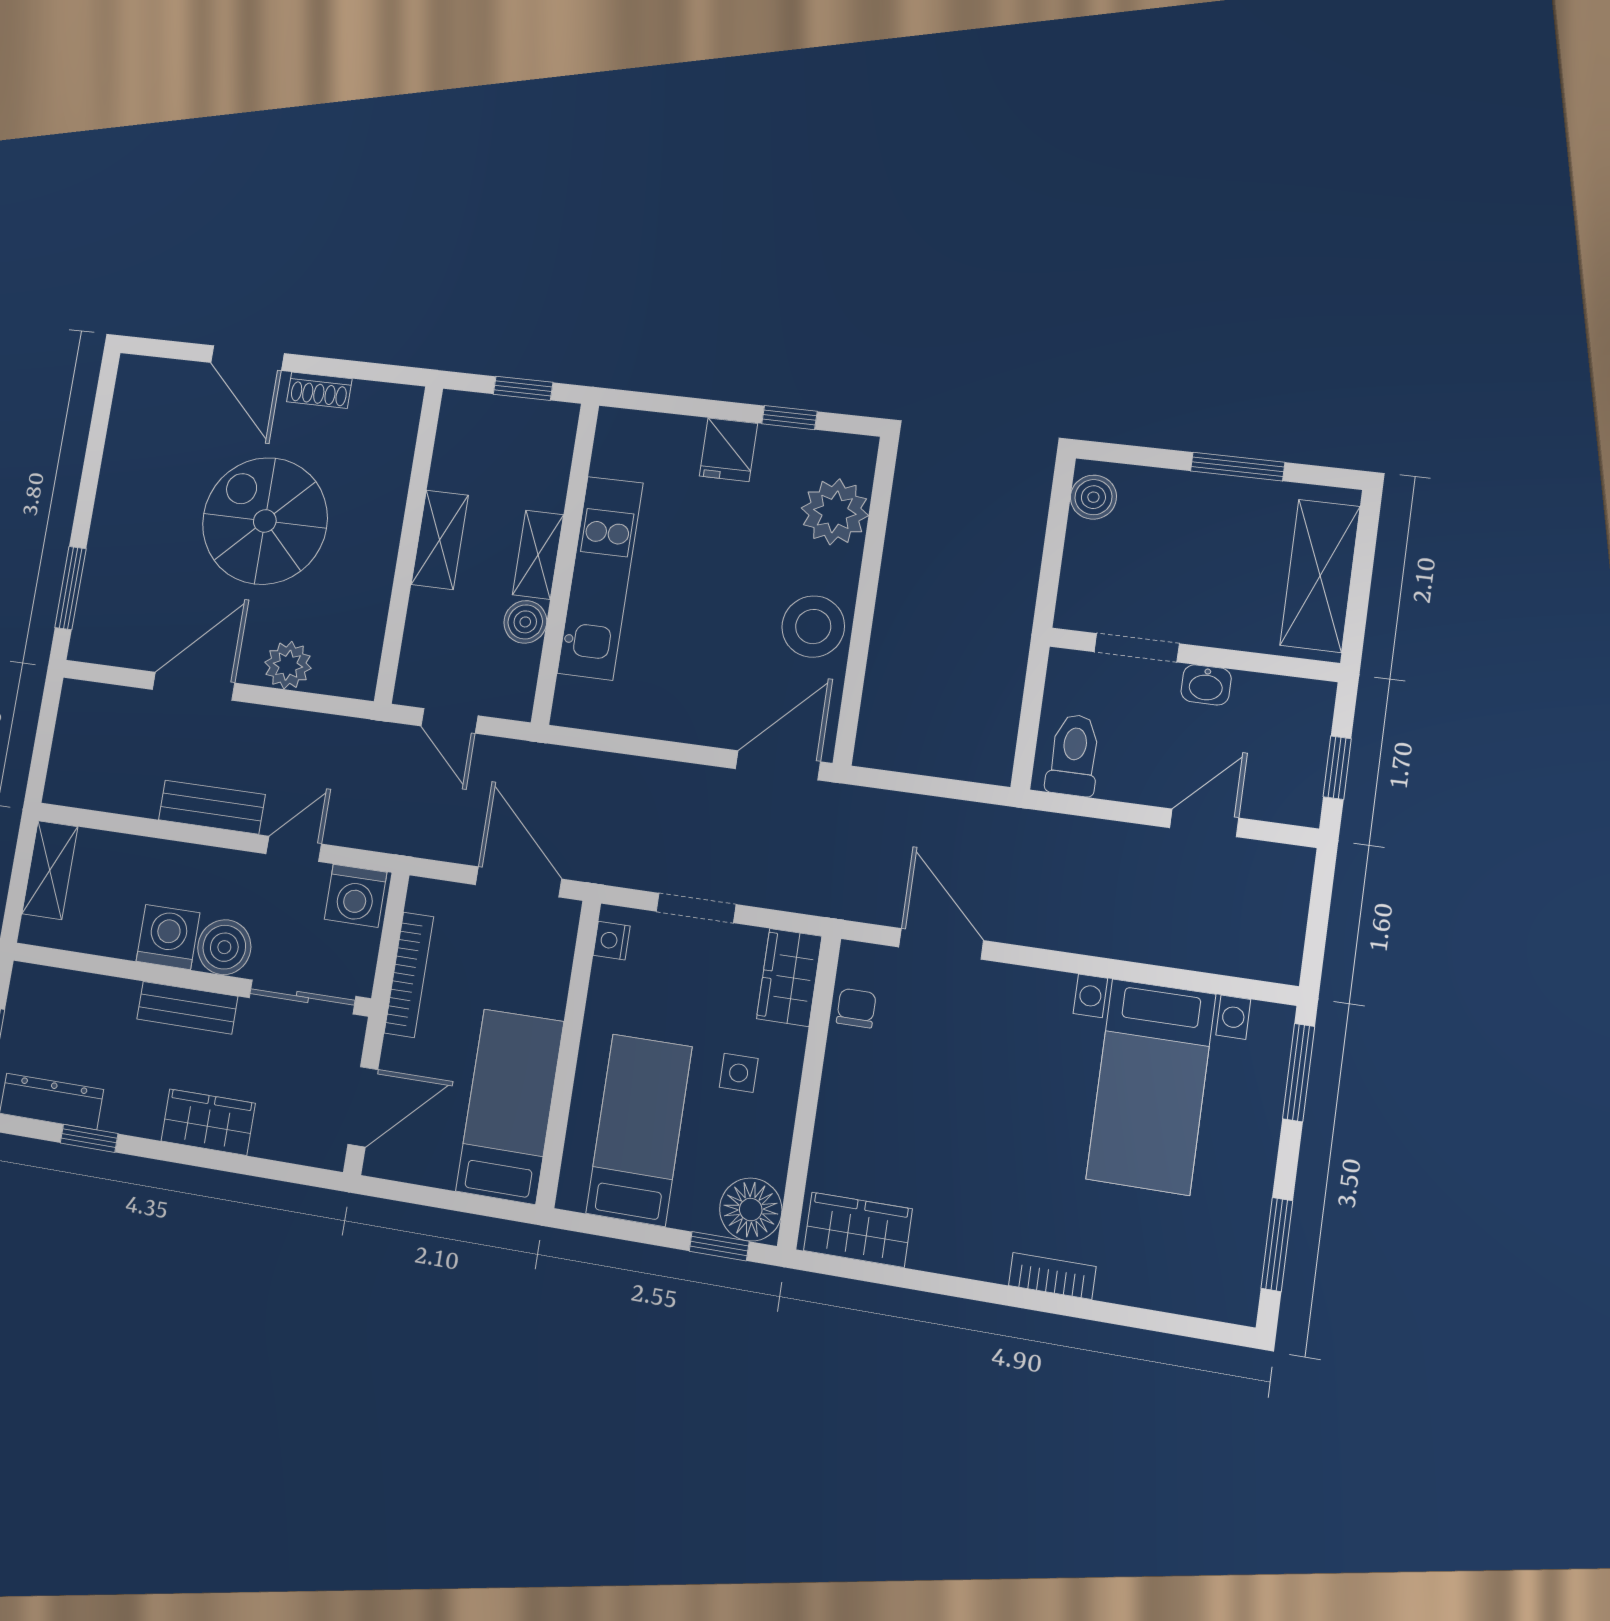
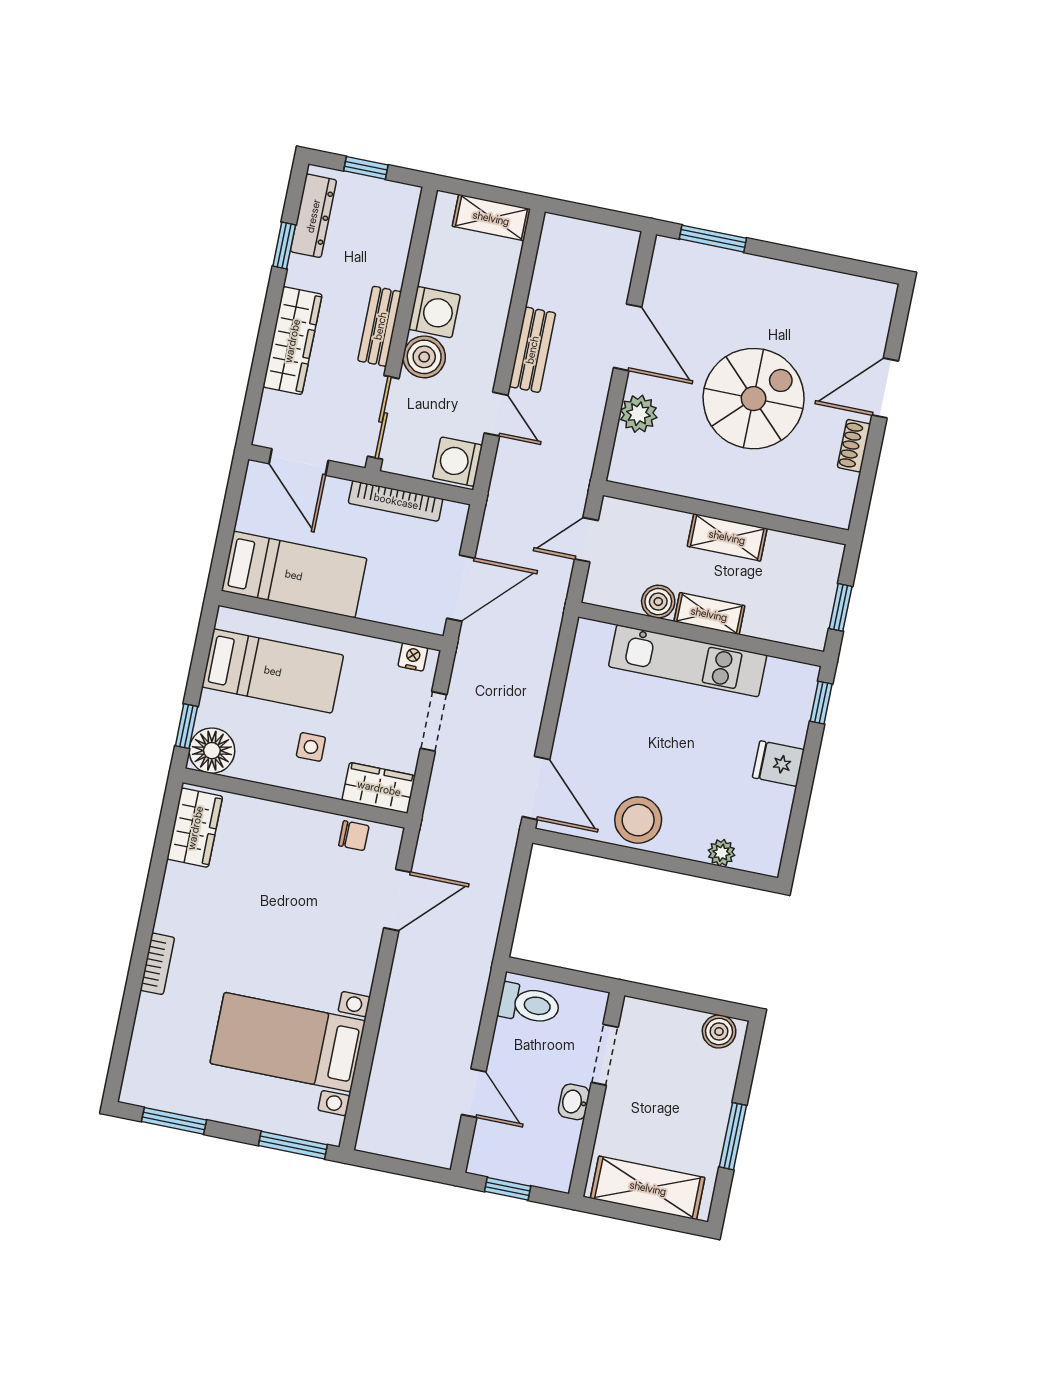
window: (789, 418) -> (821, 703), moved
plant: (835, 512) -> (722, 853), width x0.53, depth x0.53
wardrobe: (208, 1122) -> (292, 341), width x1.50

